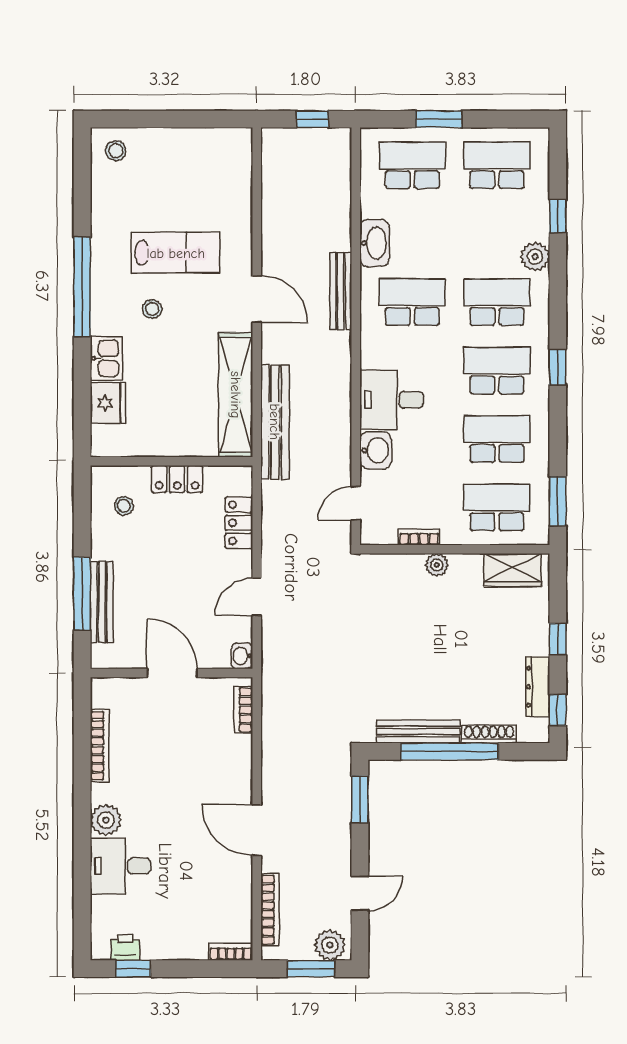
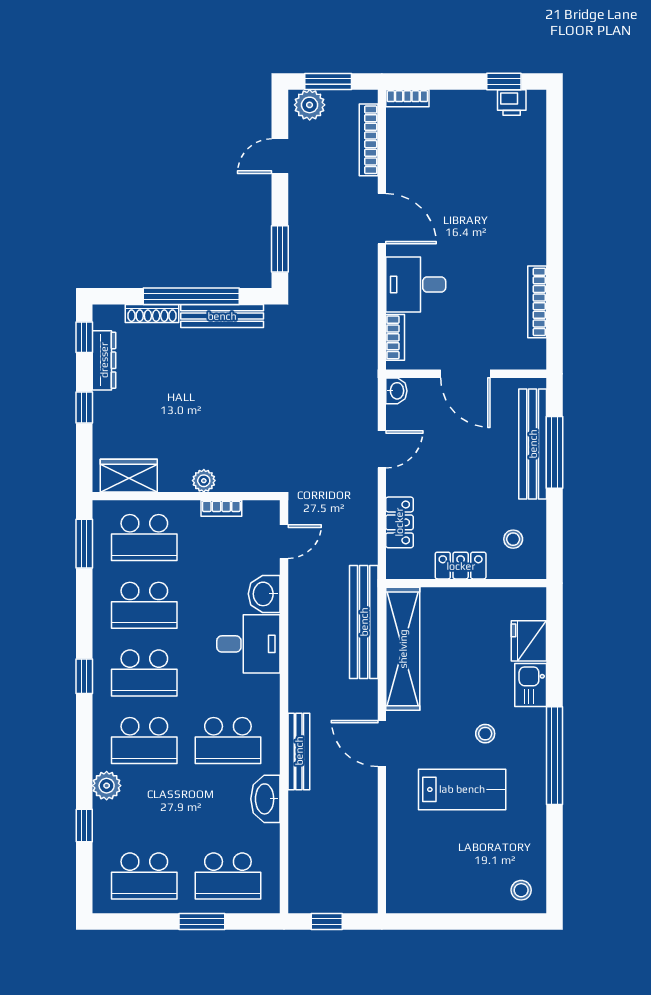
lab bench: (176, 253) -> (462, 789), turned 180
bench: (102, 602) -> (533, 444), width x1.37, depth x1.21
plant: (106, 820) -> (531, 228), removed
desk: (120, 866) -> (416, 284), moved, turned 180

